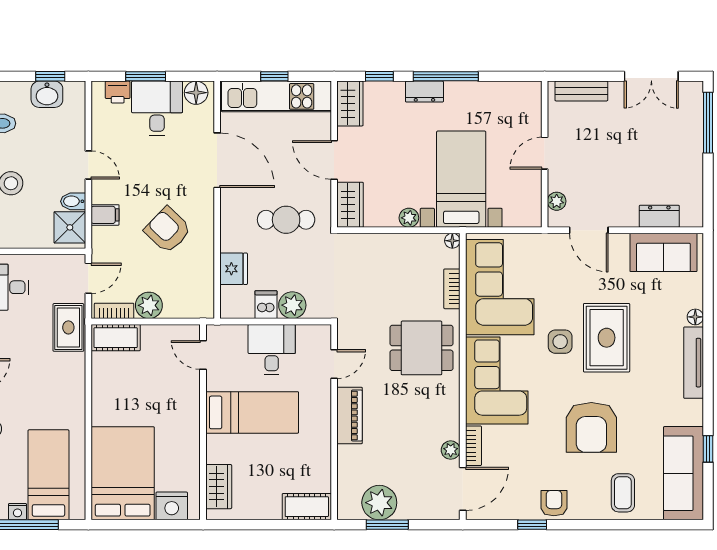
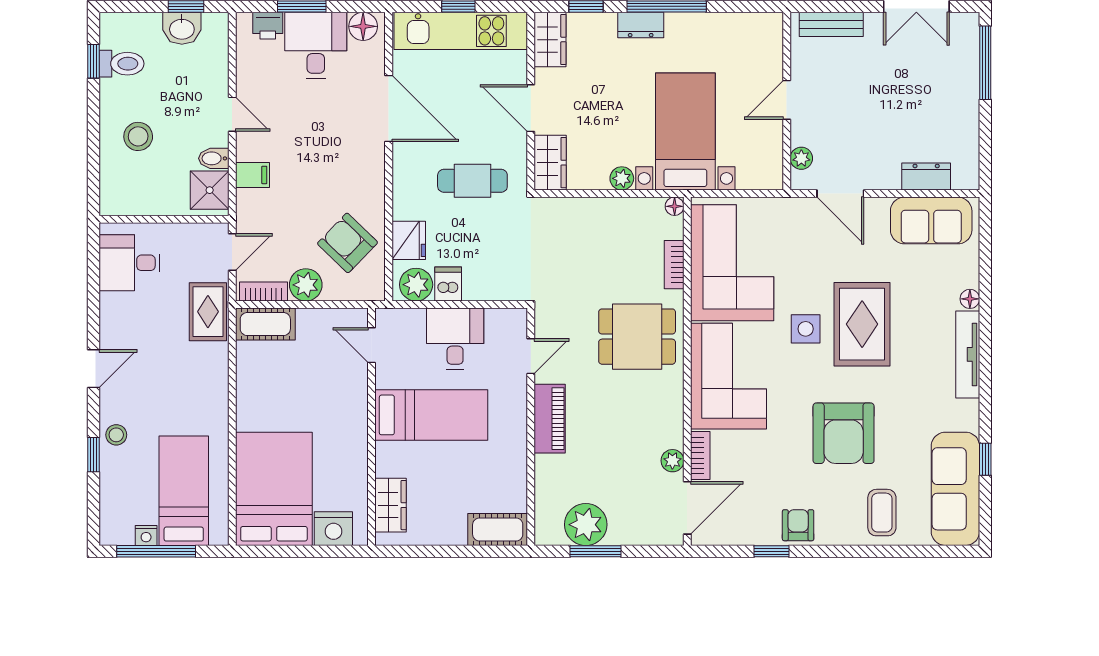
armchair: (168, 230) -> (347, 243), moved
plant: (292, 305) -> (416, 285), moved

